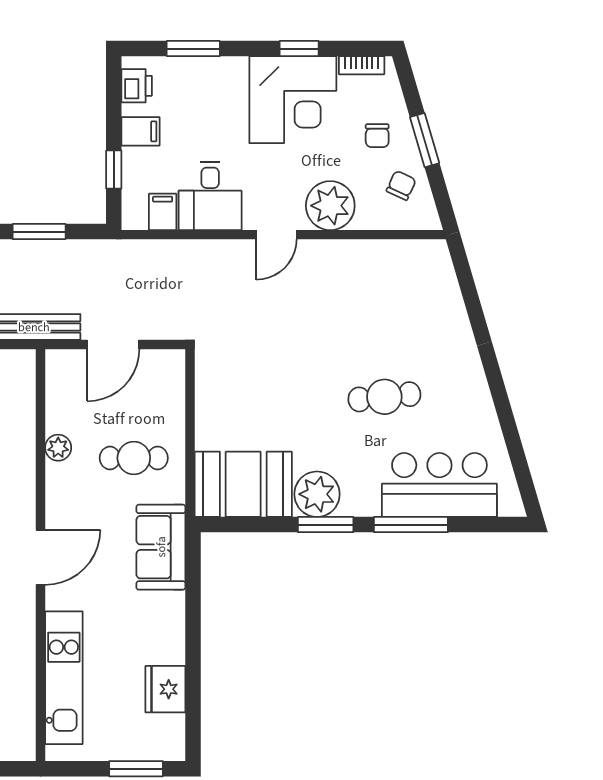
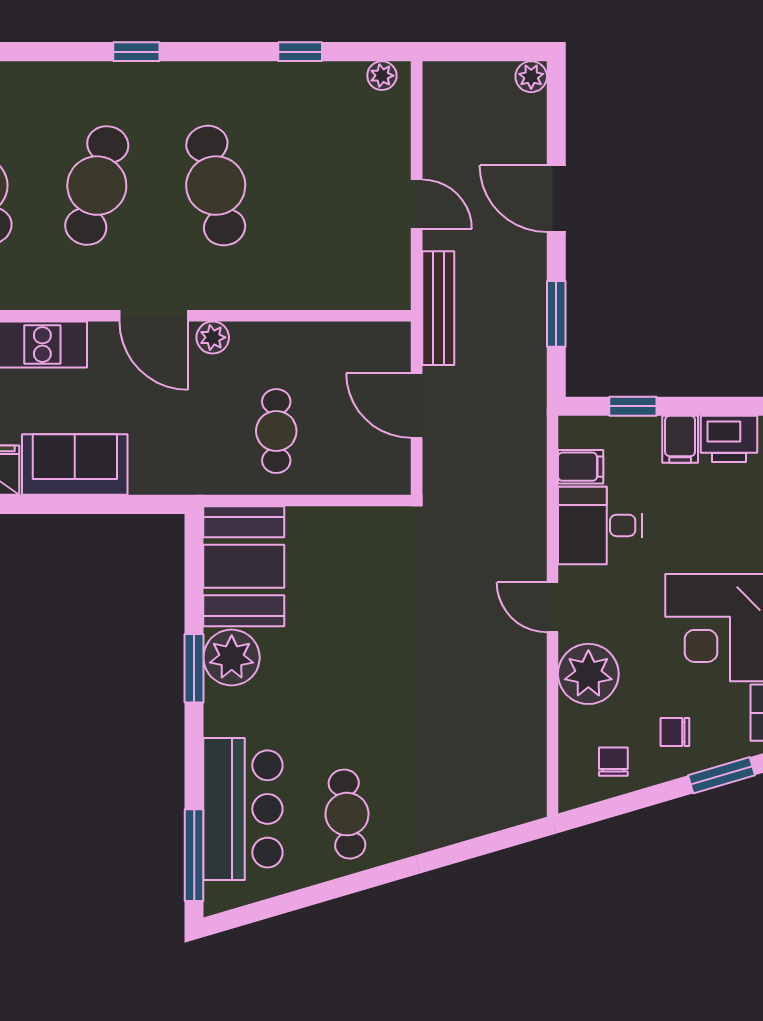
printer: (137, 86) -> (729, 439), width x1.36, depth x1.24
window: (425, 140) -> (721, 775), moved
chair: (401, 185) -> (613, 762), turned -115
cafe table: (384, 397) -> (347, 814), moved
plant: (58, 448) -> (213, 337), moved
window: (411, 525) -> (194, 855), moved
sofa: (161, 547) -> (75, 465), moved

